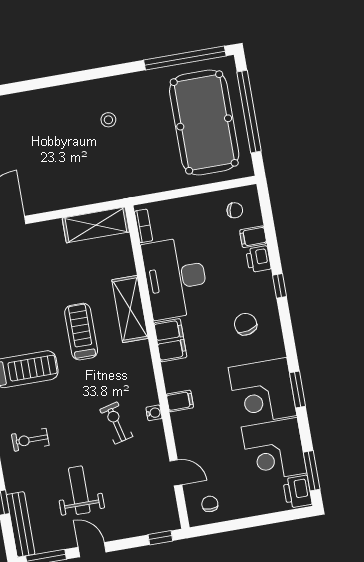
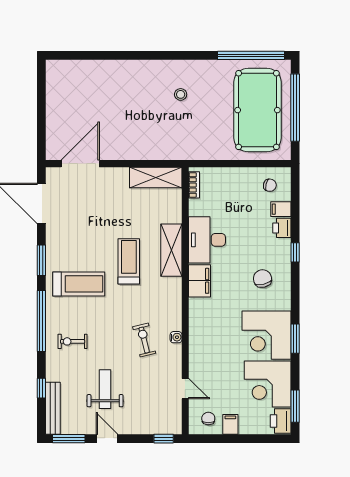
desk: (175, 278) -> (207, 240), width x0.73, depth x0.77
filing cabinet: (180, 401) -> (230, 424), moved, turned -90

